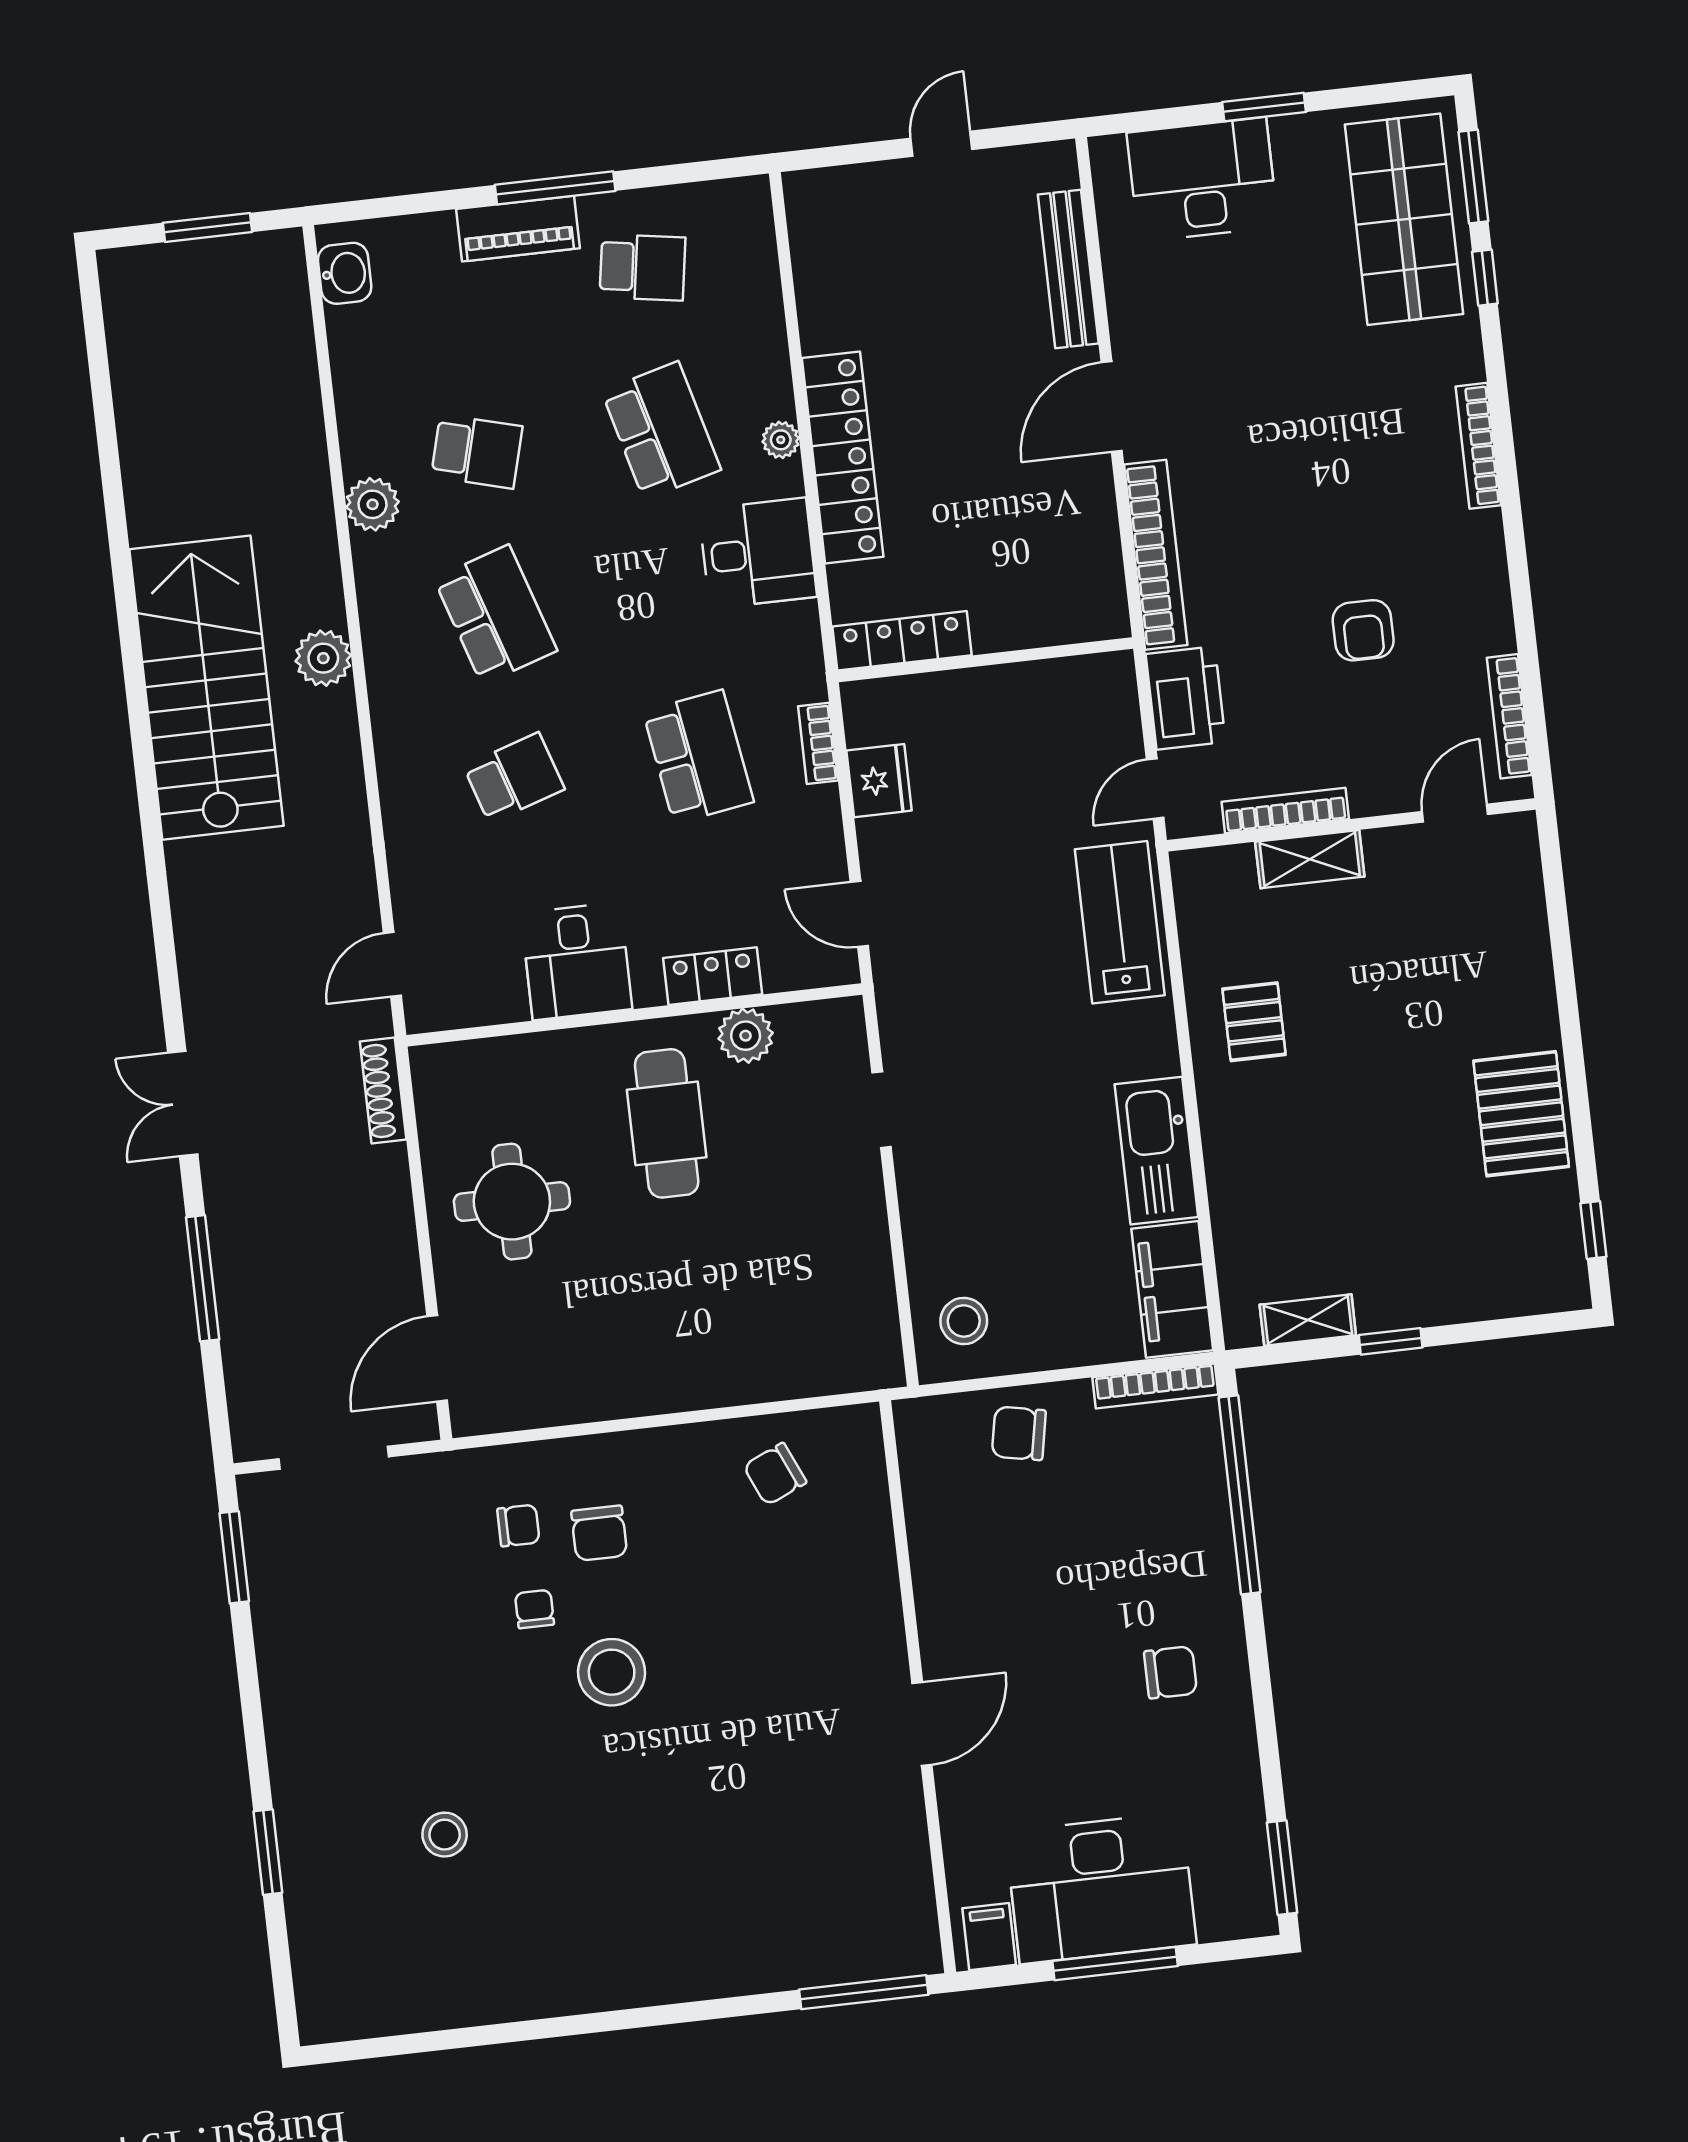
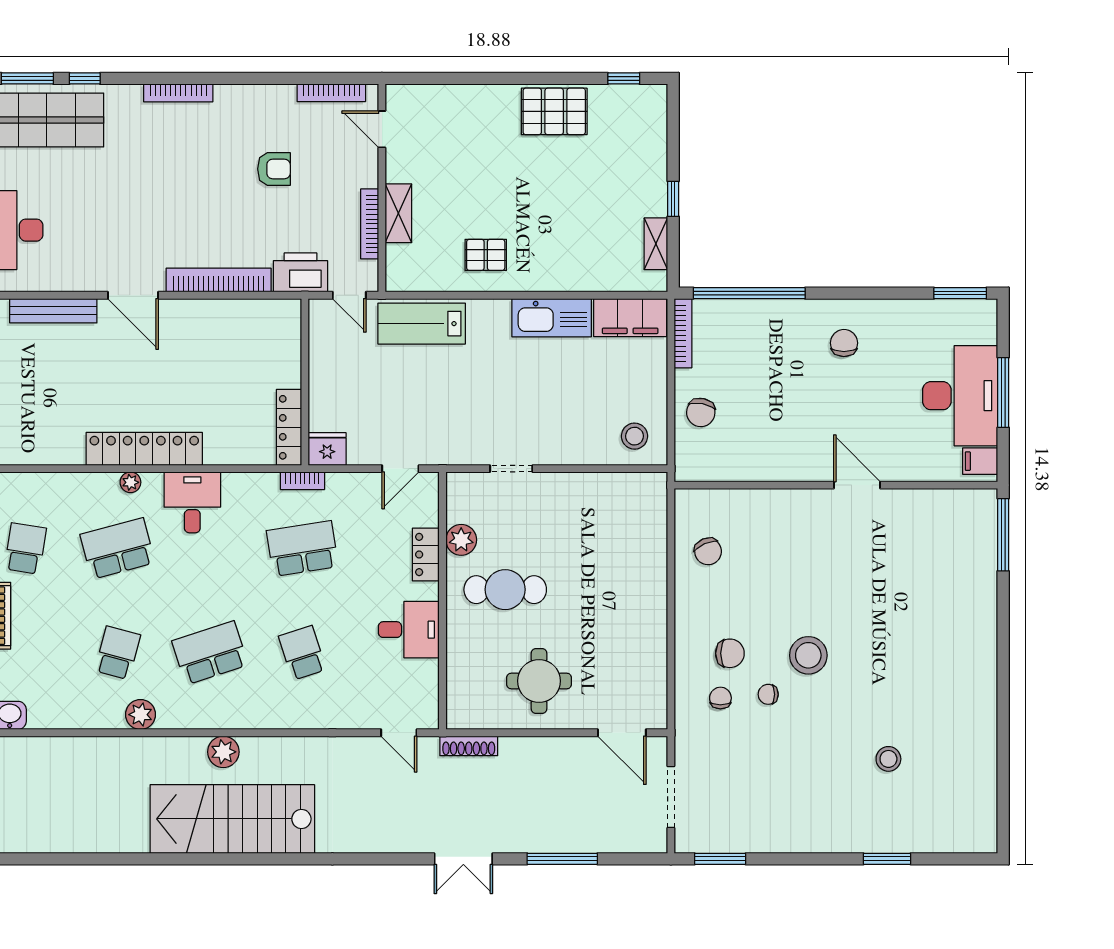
locker: (902, 641) -> (289, 427), moved
wall: (985, 660) -> (305, 382), moved

